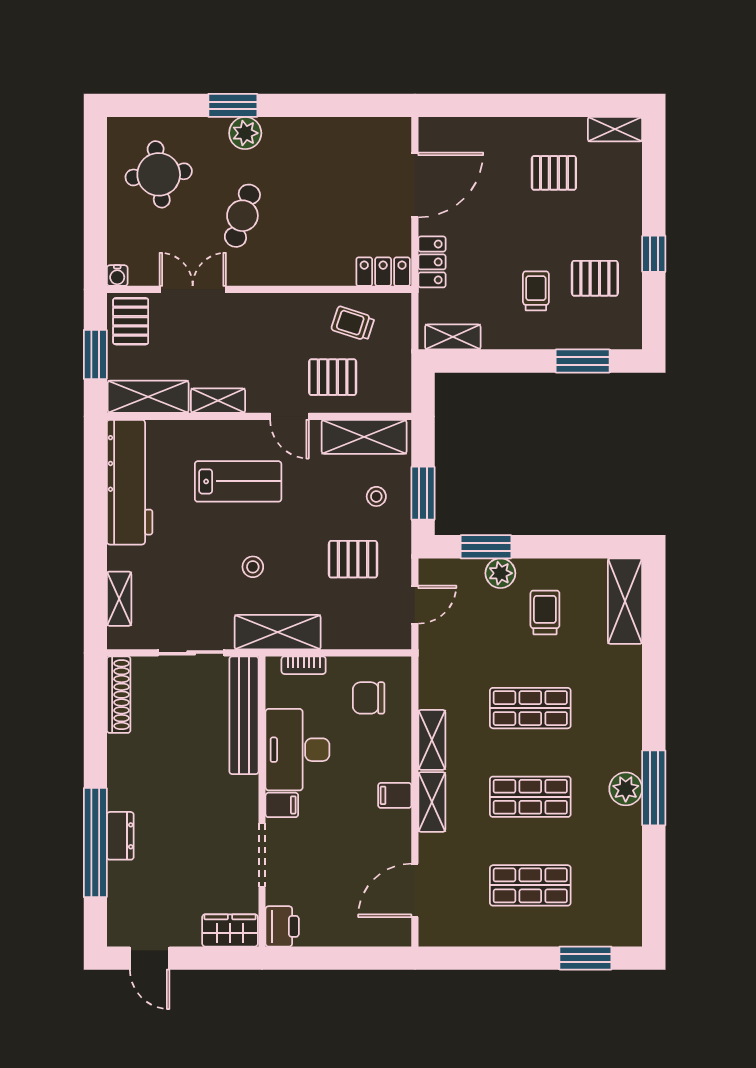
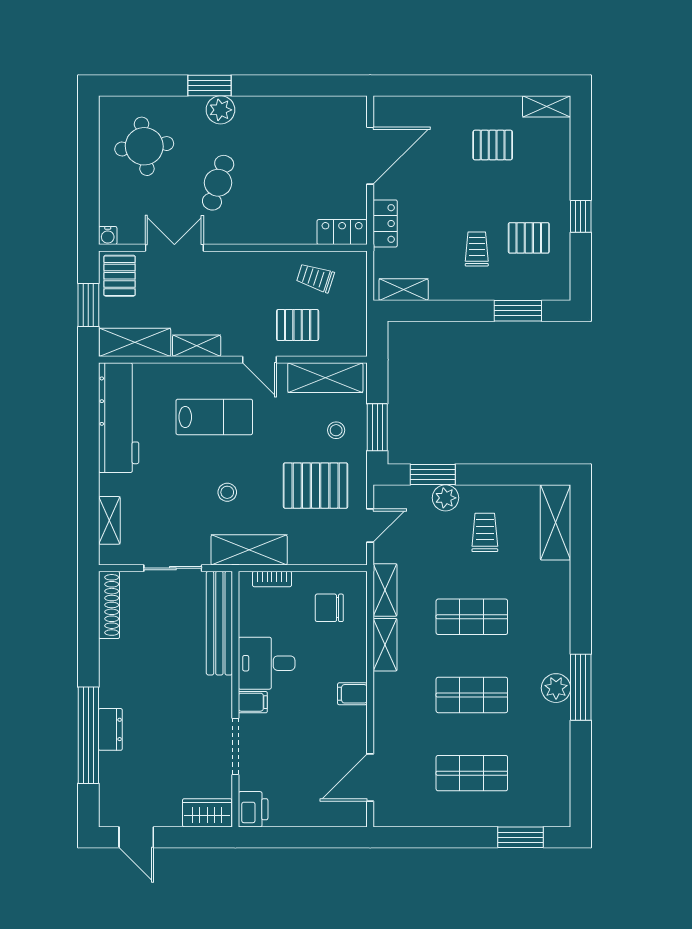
pallet: (353, 559) -> (316, 486), width x1.50, depth x1.42
desk: (297, 750) -> (267, 663), width x0.73
shelving: (432, 802) -> (385, 590), moved

